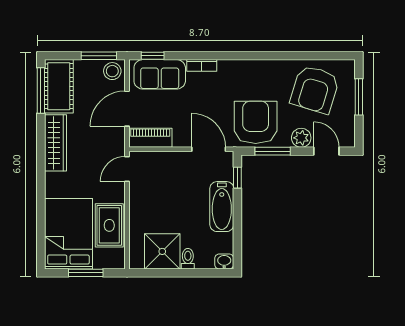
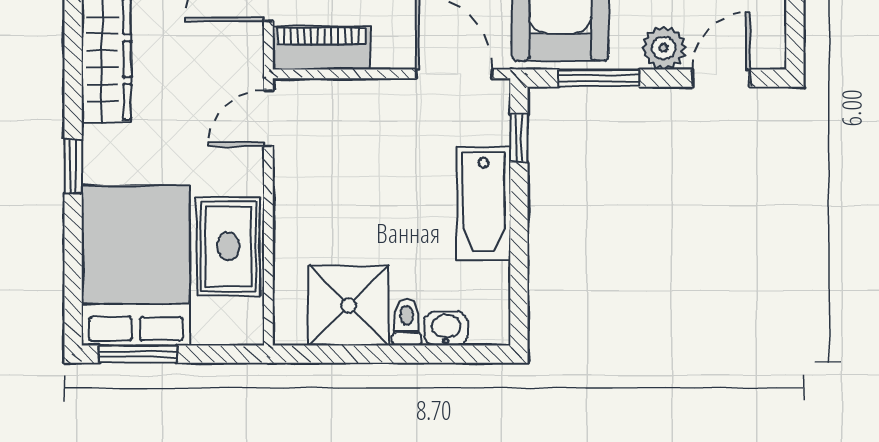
door: (326, 151) -> (721, 78), hinge flipped
window: (41, 190) -> (73, 166), added
washbasin: (224, 262) -> (446, 328), moved
window: (86, 273) -> (138, 354), moved

